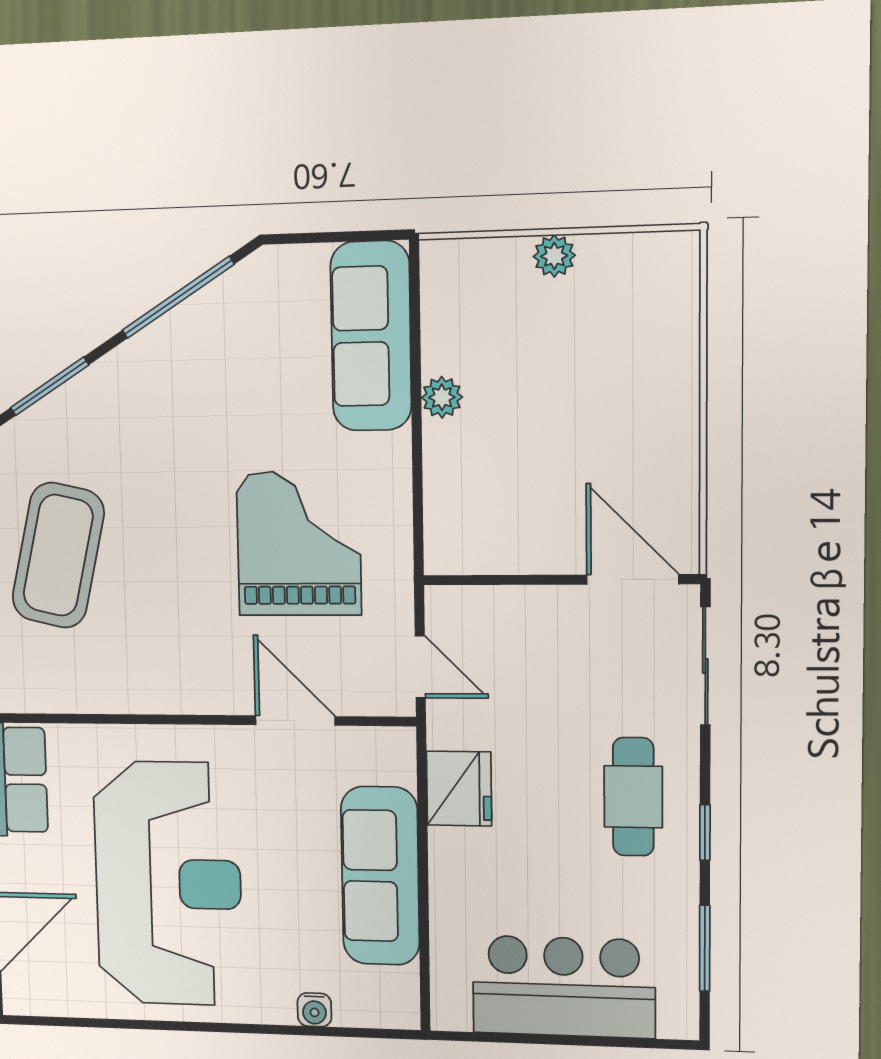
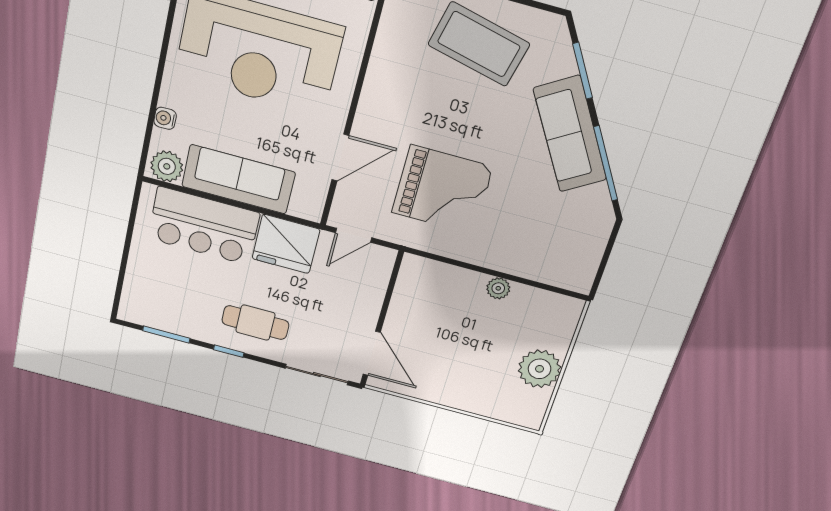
plant: (554, 256) -> (540, 369), width x1.88, depth x1.88
sofa: (371, 336) -> (570, 134), moved, turned -122
door: (633, 579) -> (372, 353), hinge flipped
fridge: (459, 789) -> (286, 244), width x1.36, depth x1.34
bar counter: (564, 987) -> (204, 226), moved, turned 90
plant: (393, 995) -> (167, 166), added

